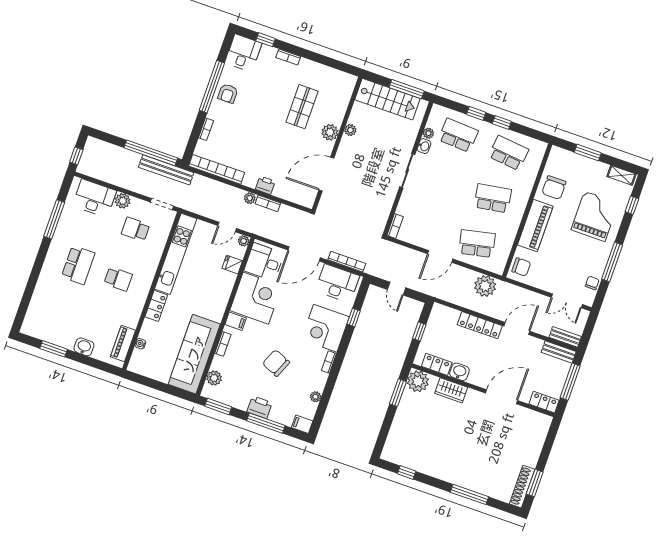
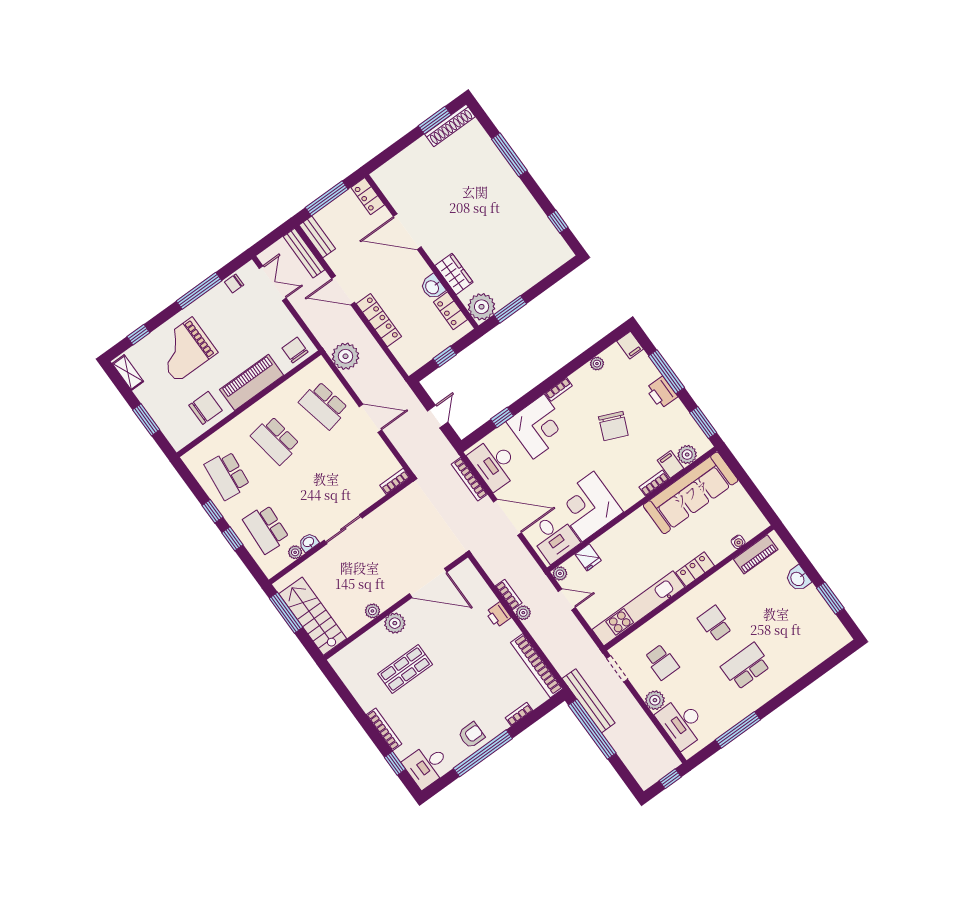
bookcase: (288, 57) -> (384, 729), width x1.56
filing cabinet: (236, 321) -> (671, 464), moved
bench: (565, 337) -> (304, 253), width x1.36

